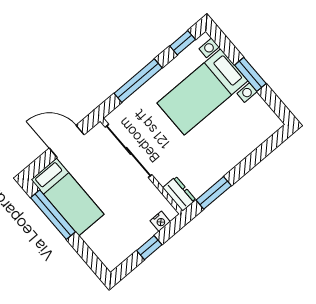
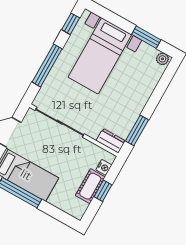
window: (250, 74) -> (146, 37), moved
plant: (273, 122) -> (162, 59), added
cot: (137, 237) -> (90, 186), added

